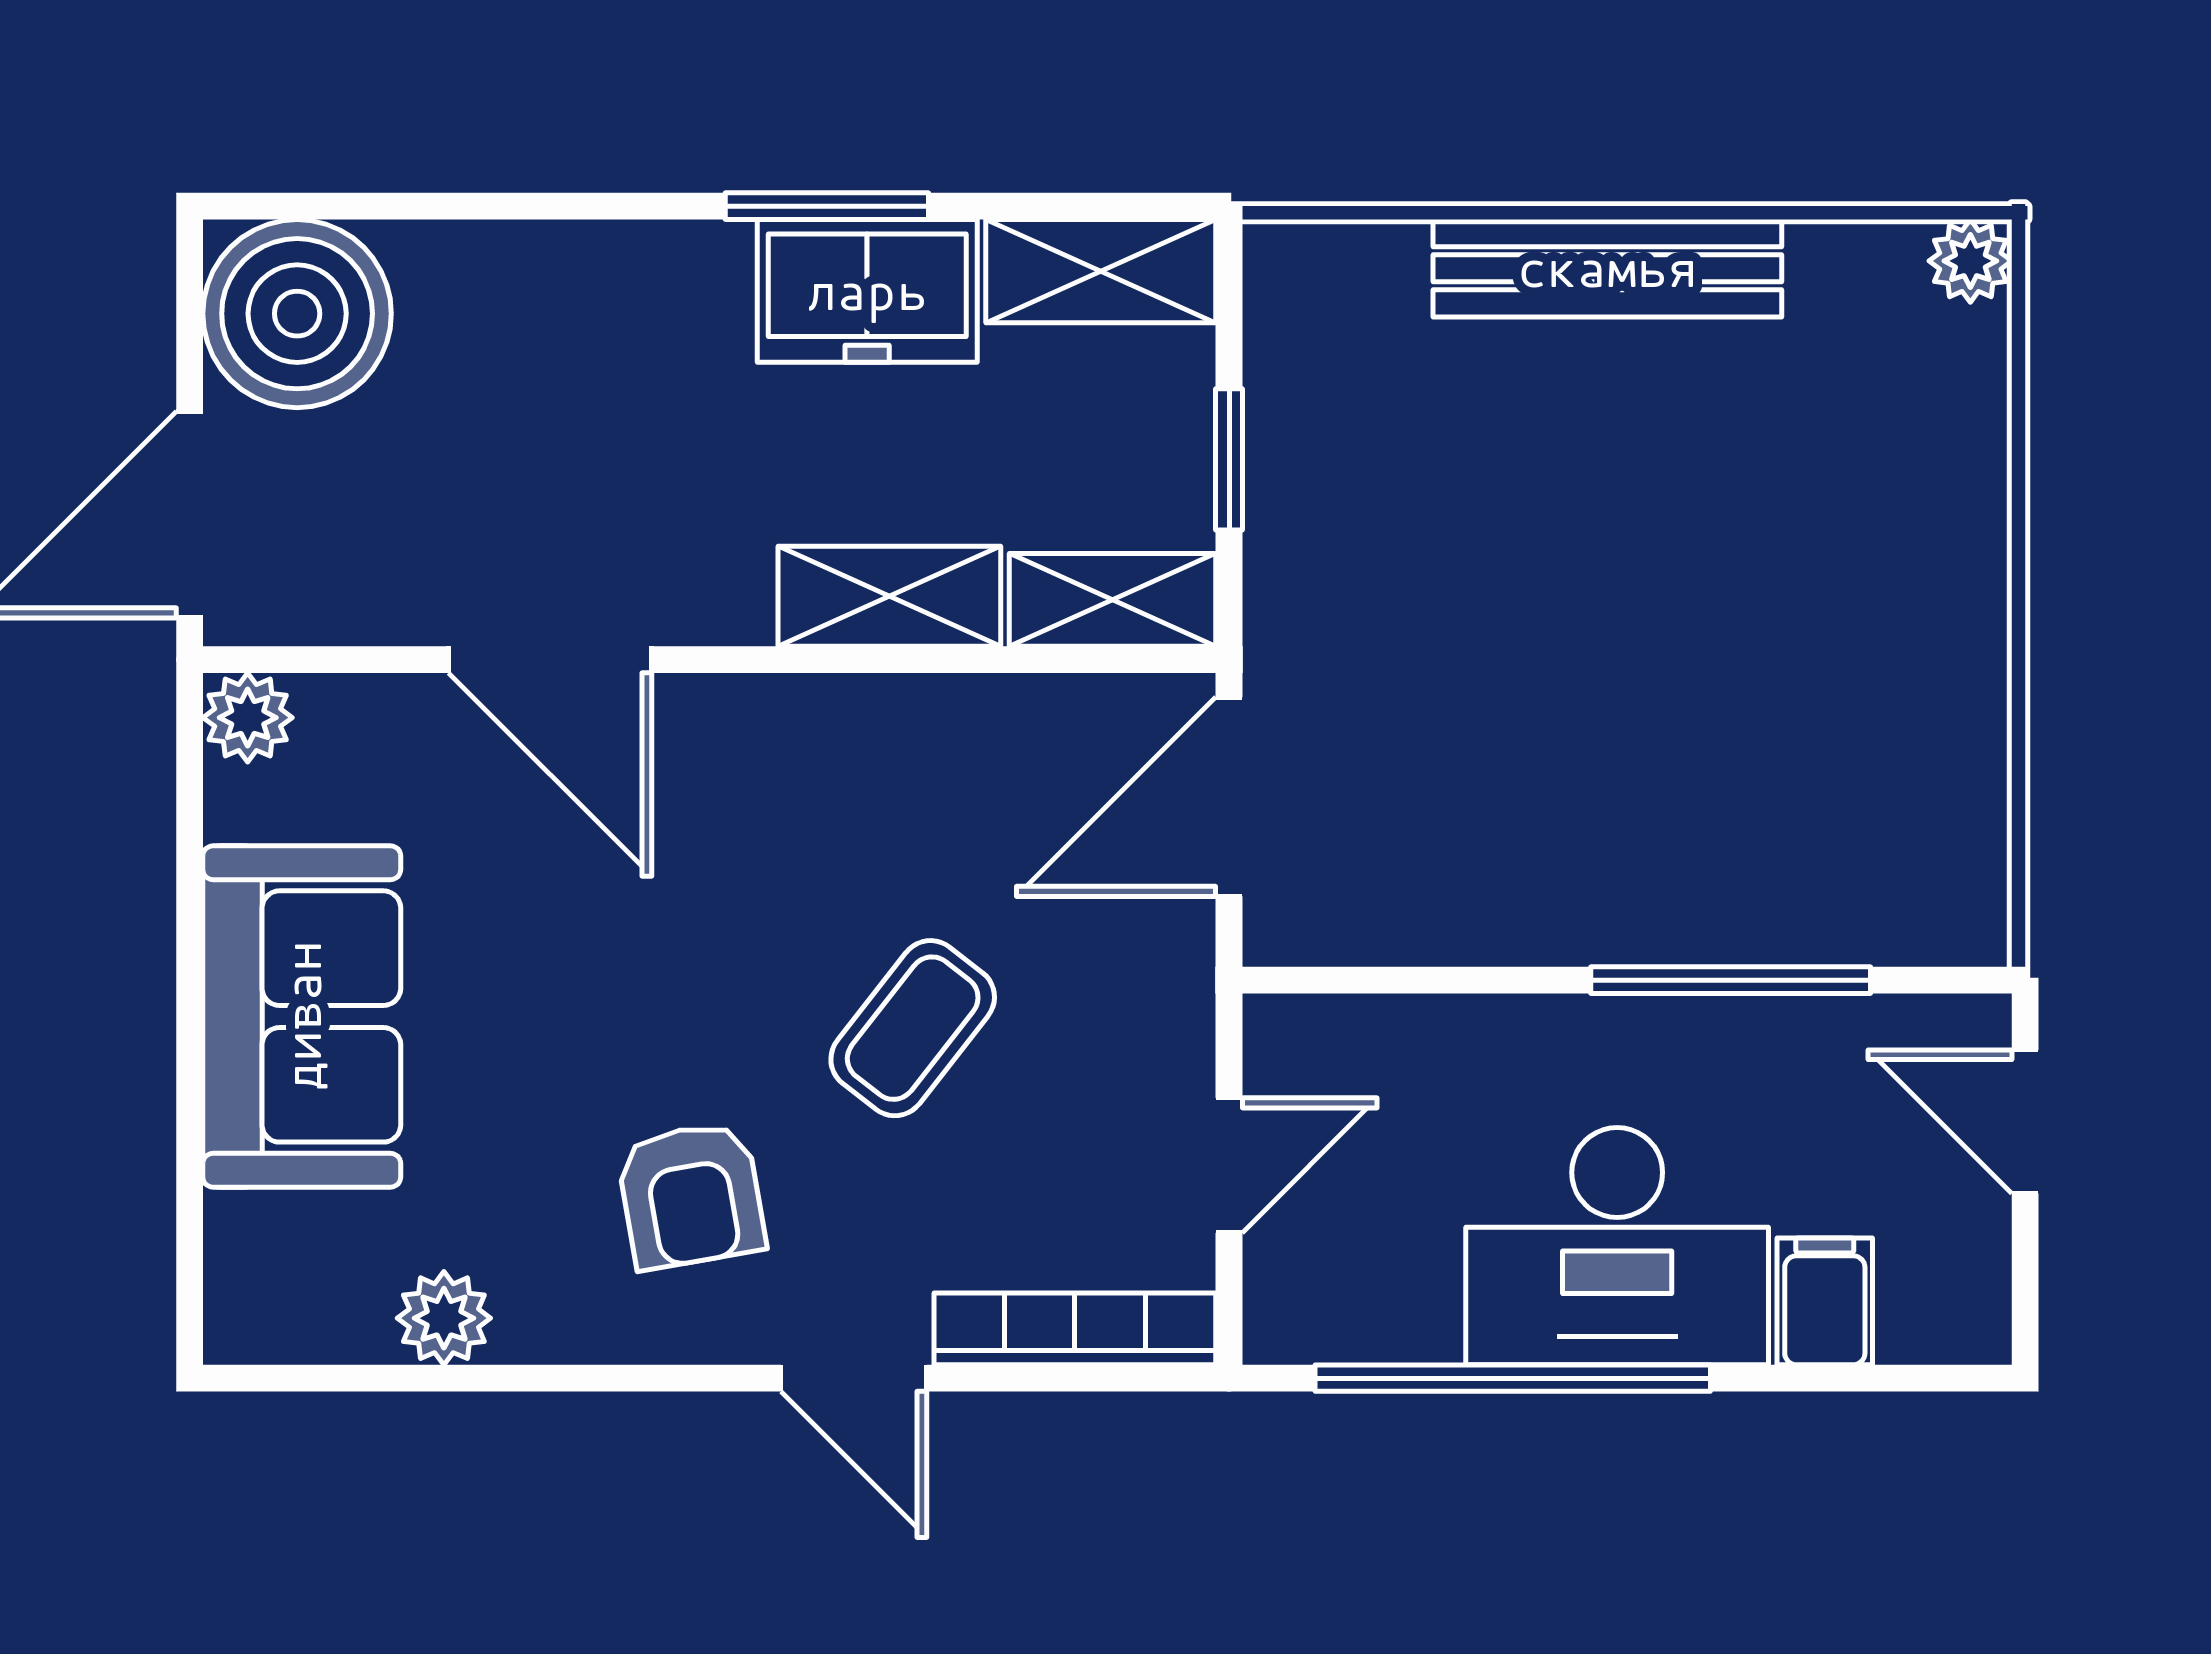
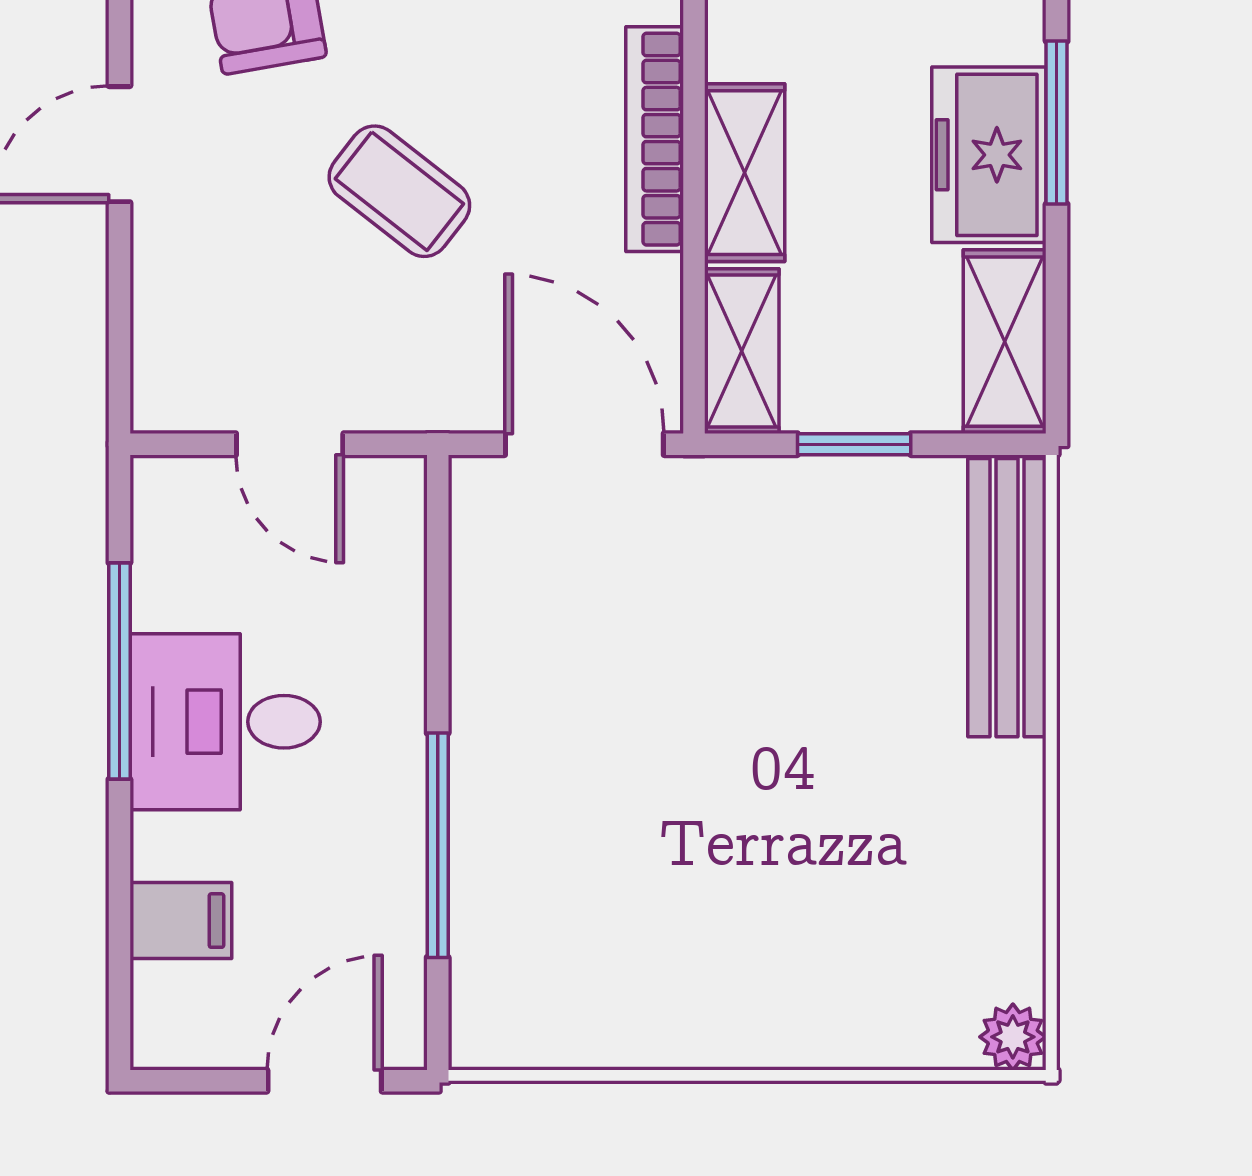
bench: (1607, 268) -> (1007, 598), moved
desk: (1617, 1246) -> (225, 722), width x0.73
bookcase: (1075, 1329) -> (655, 139), moved, turned 180
window: (1513, 1378) -> (119, 671), width x0.68

